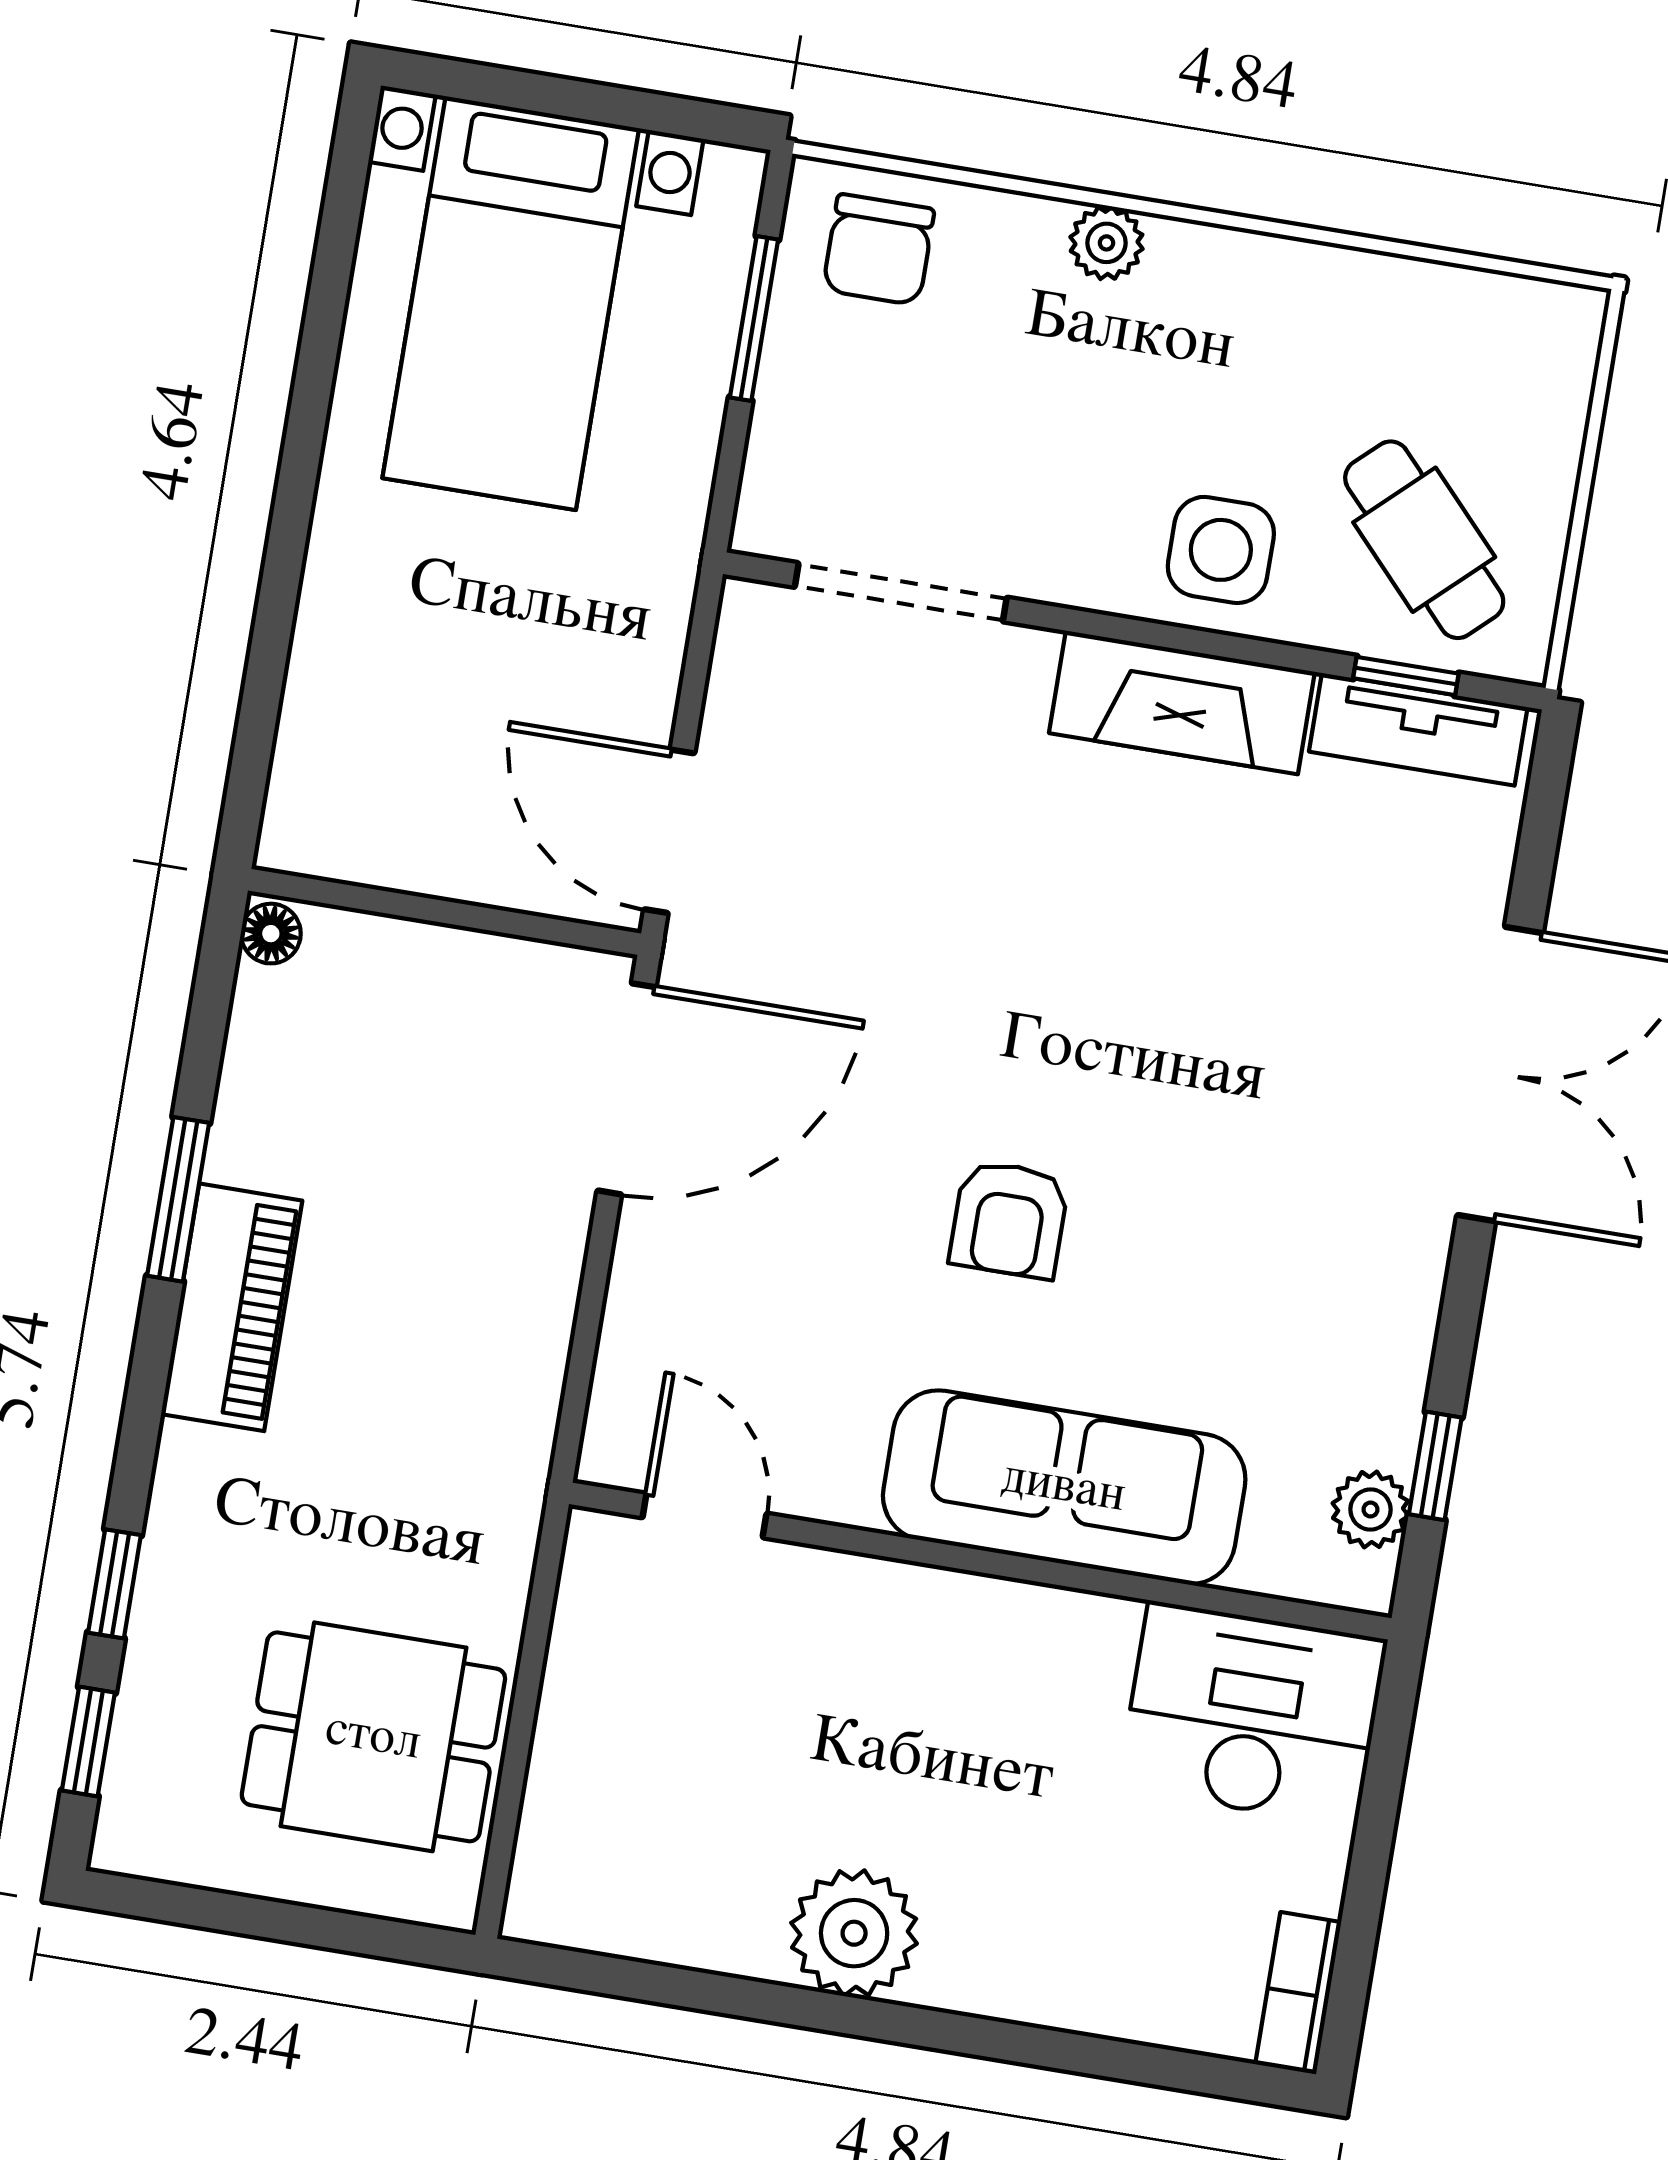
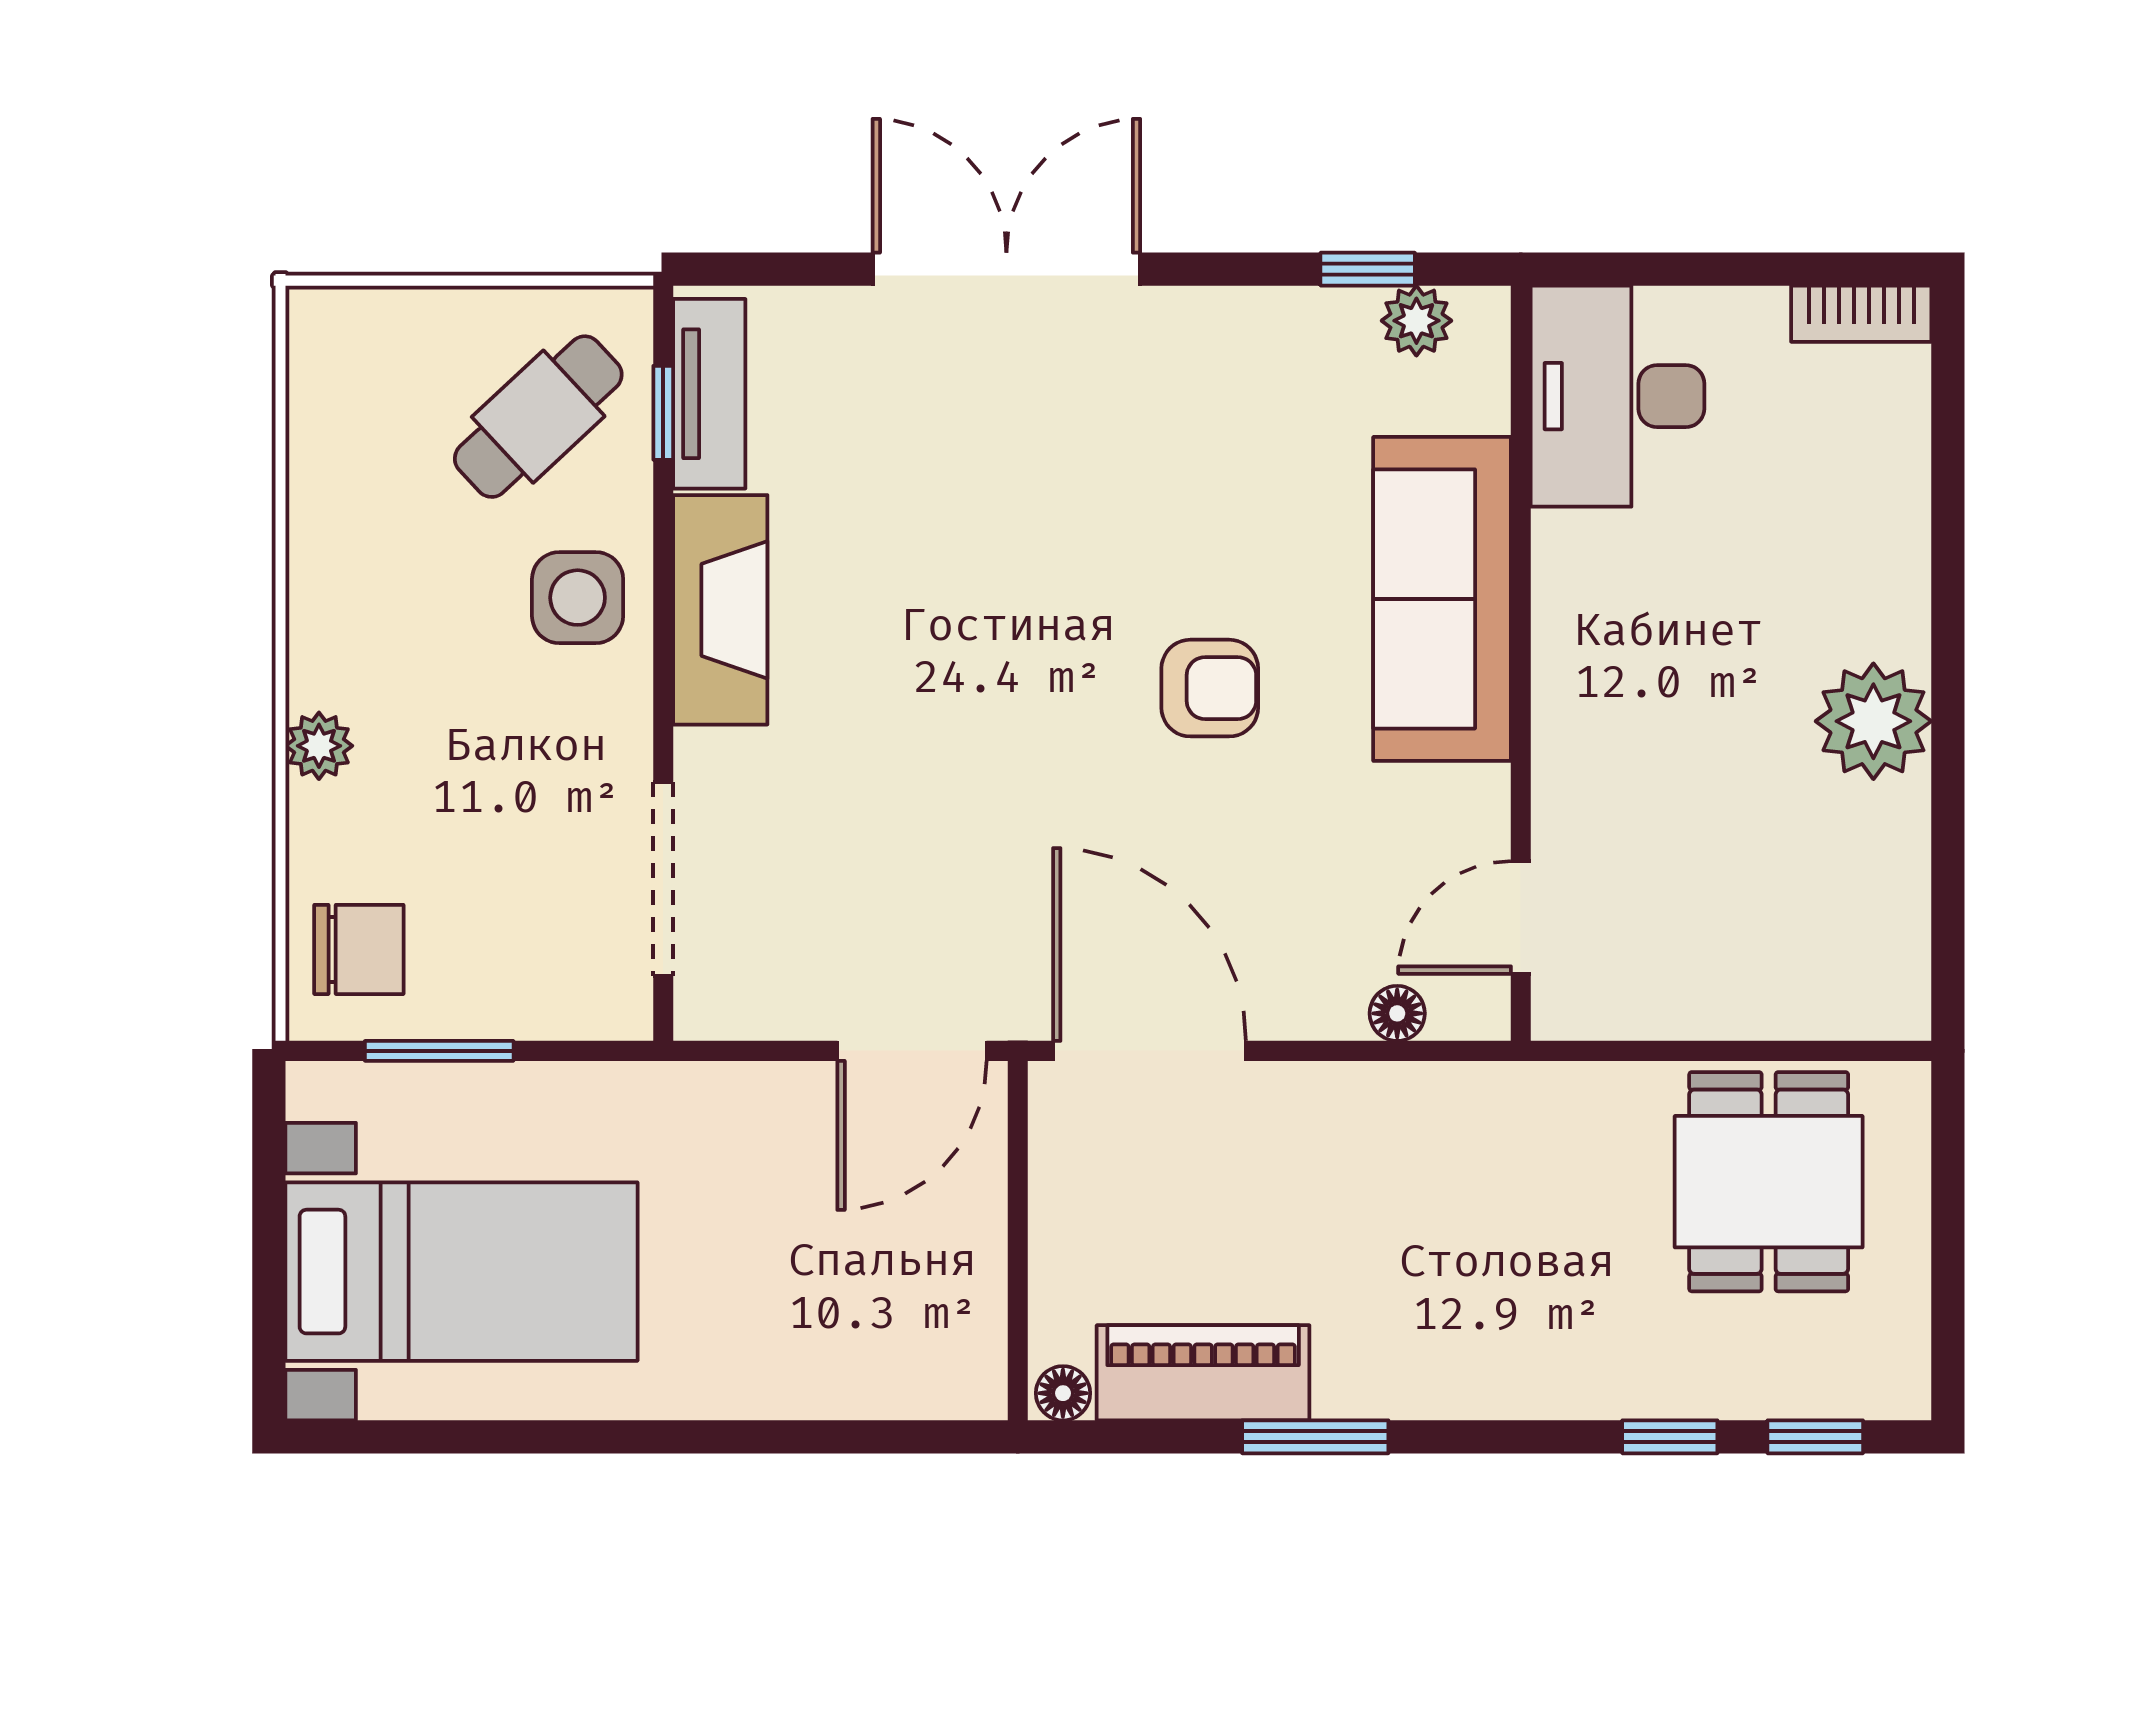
piano: (232, 1307) -> (1203, 1373), moved
floor lamp: (623, 1364) -> (1397, 1013), added

